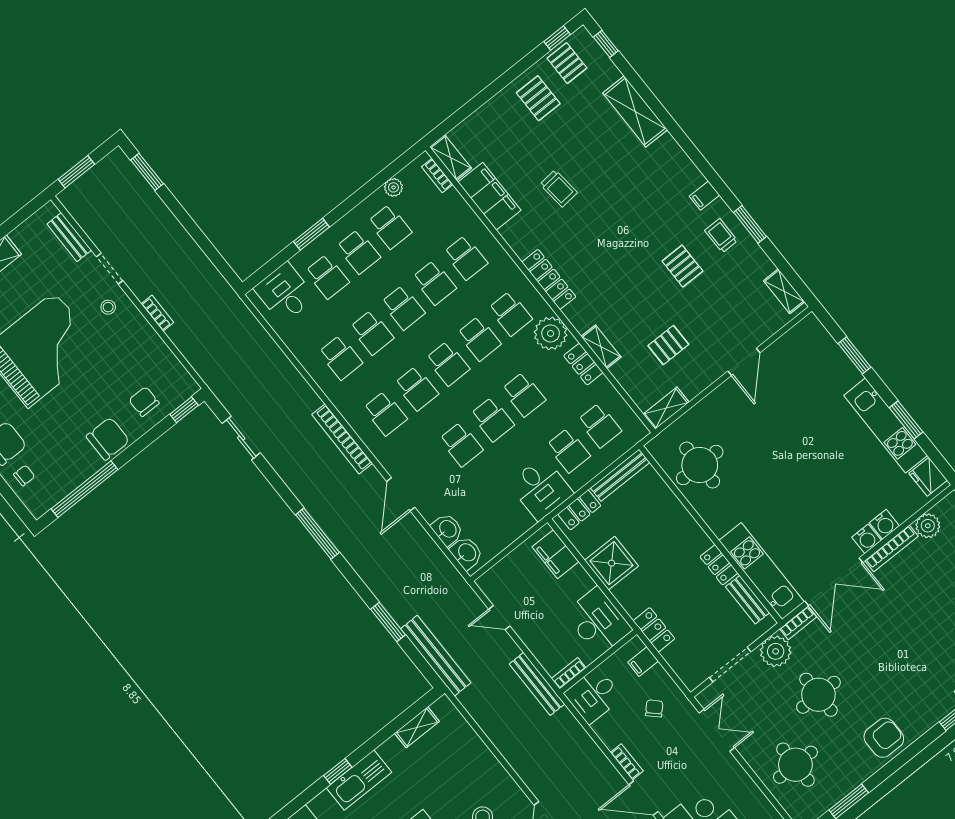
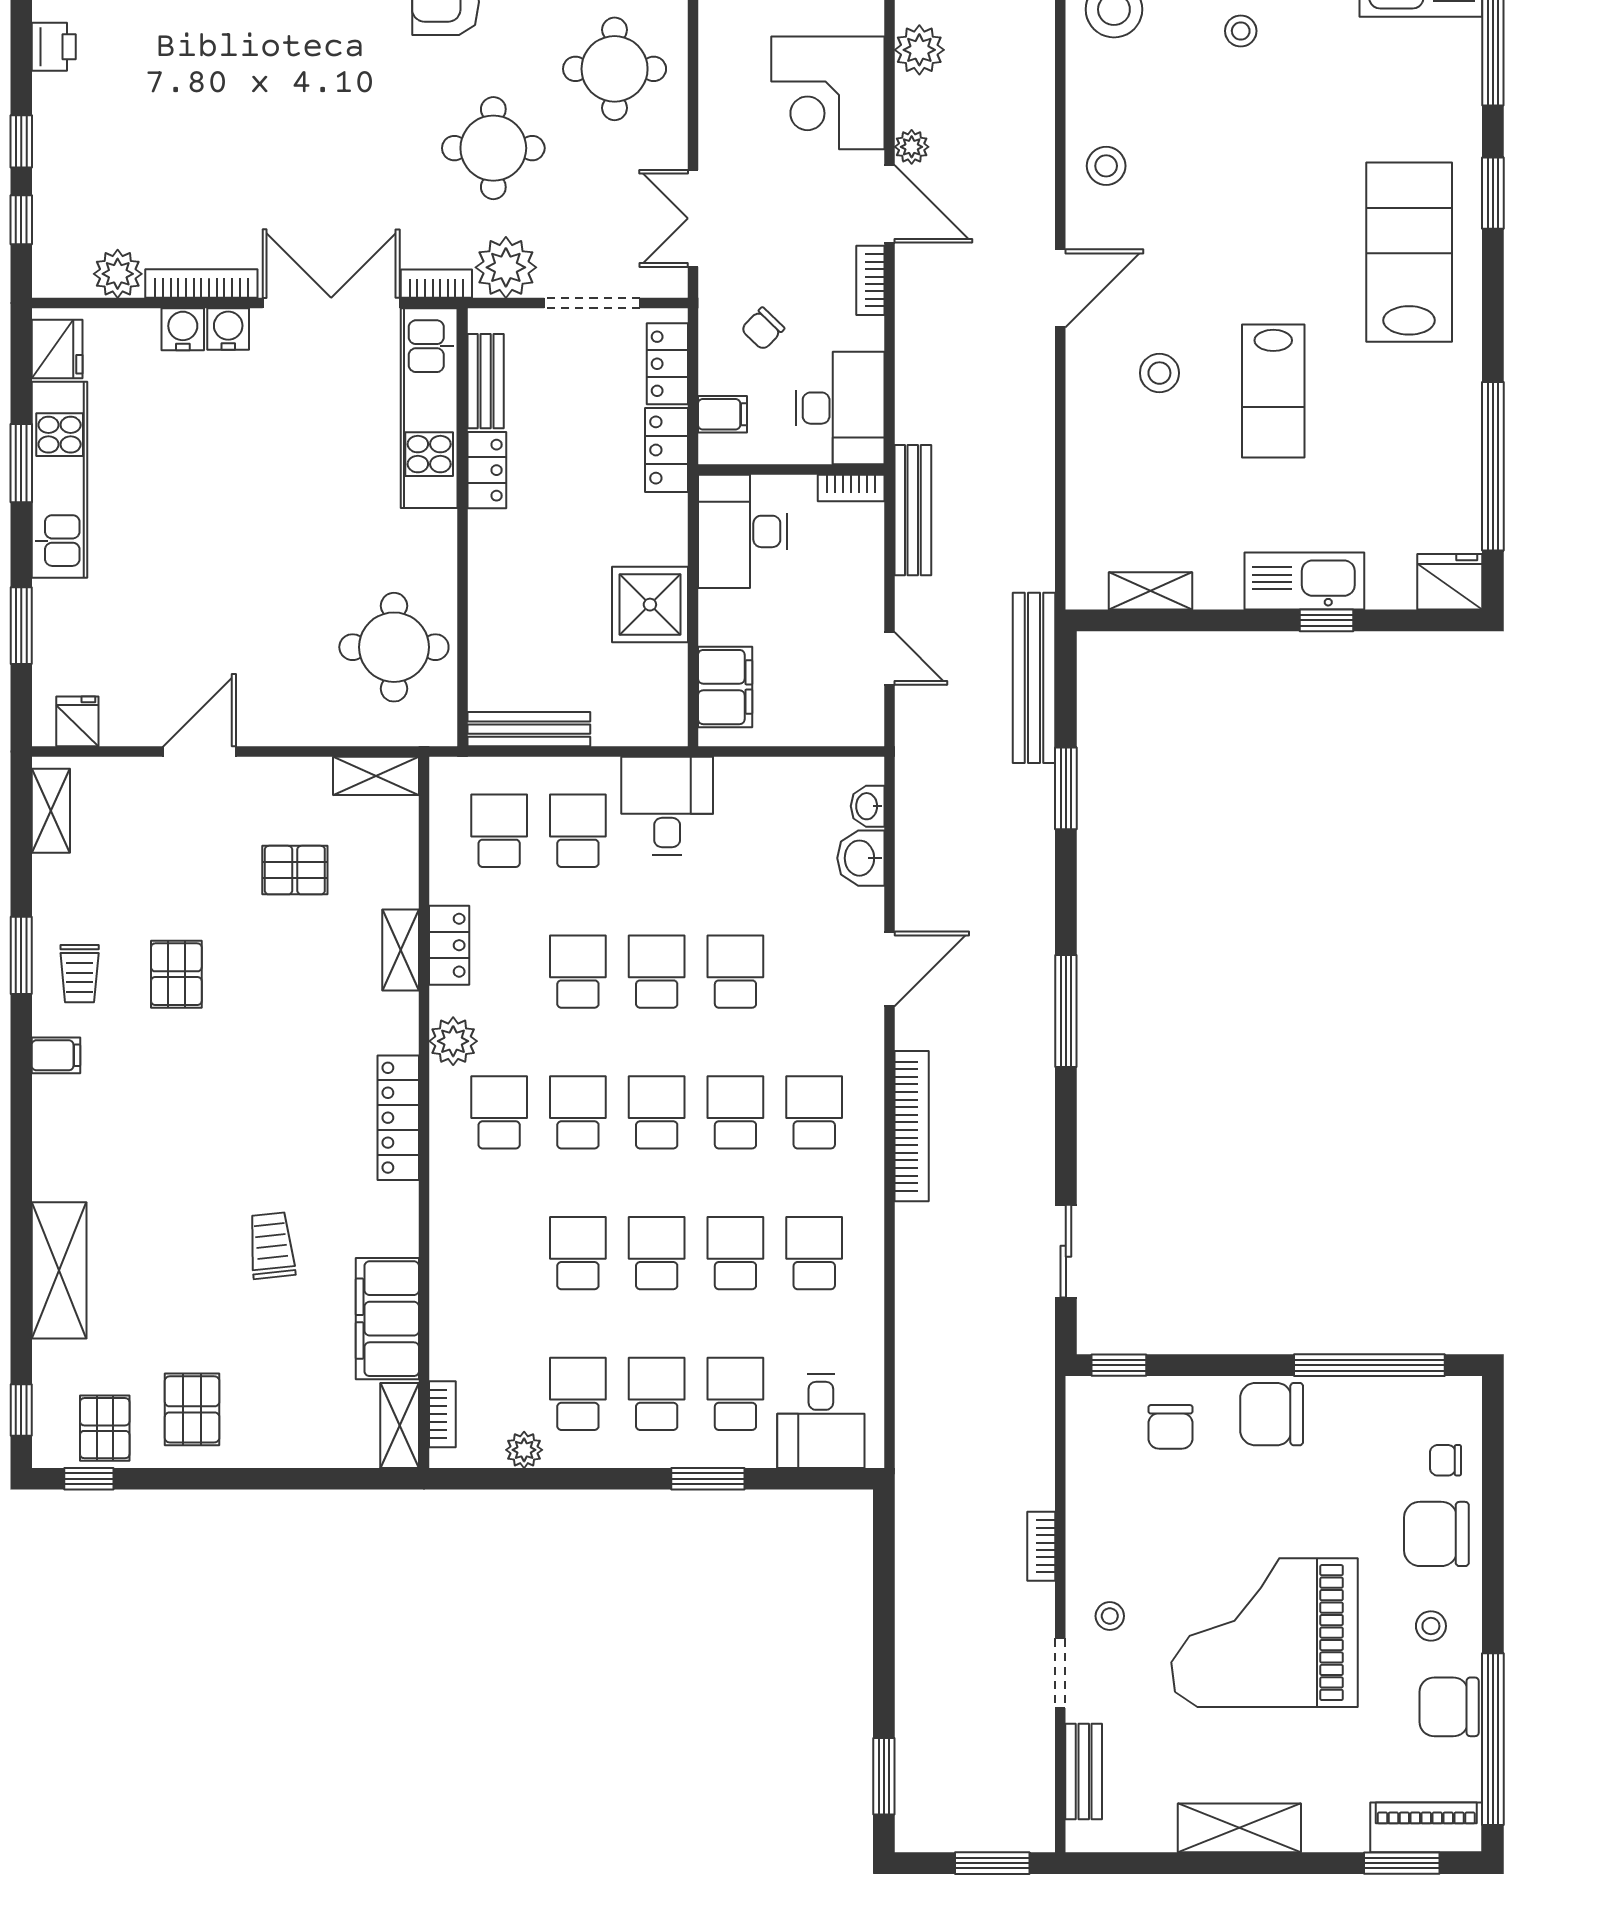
school desk: (466, 258) -> (499, 1253), removed
plant: (551, 333) -> (453, 1041), width x0.73, depth x0.73
fridge: (802, 335) -> (77, 721), added
locker: (579, 510) -> (667, 364), moved, turned -90
washbasin: (467, 553) -> (868, 806), width x0.72, depth x0.69
desk: (593, 695) -> (840, 408), width x1.37

